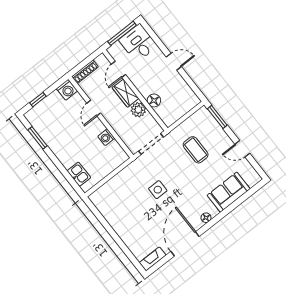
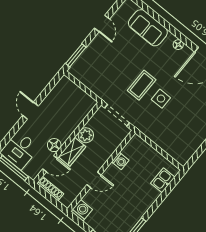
shoe rack: (85, 72) -> (50, 189), moved
floor lamp: (154, 100) -> (54, 145), moved
coffee table: (196, 150) -> (142, 85), moved

